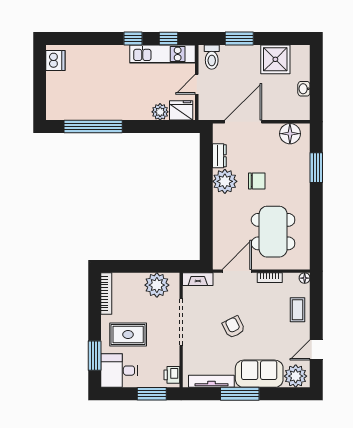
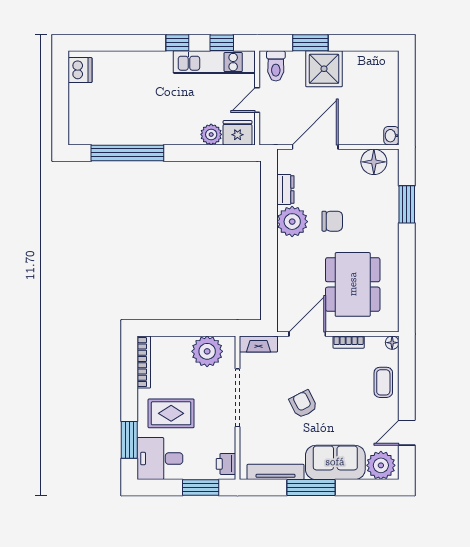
shower: (275, 59) -> (324, 69), moved
washbasin: (304, 89) -> (391, 136), moved

